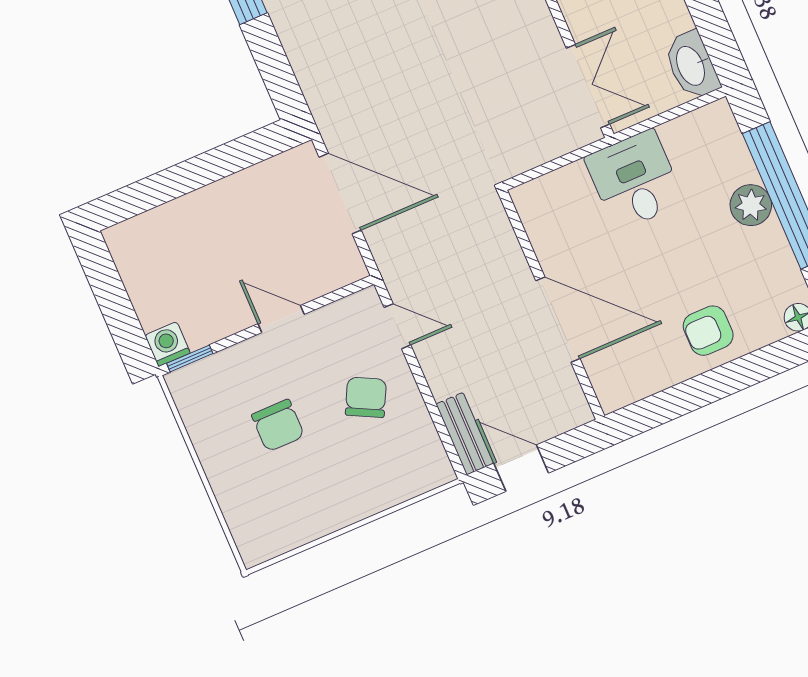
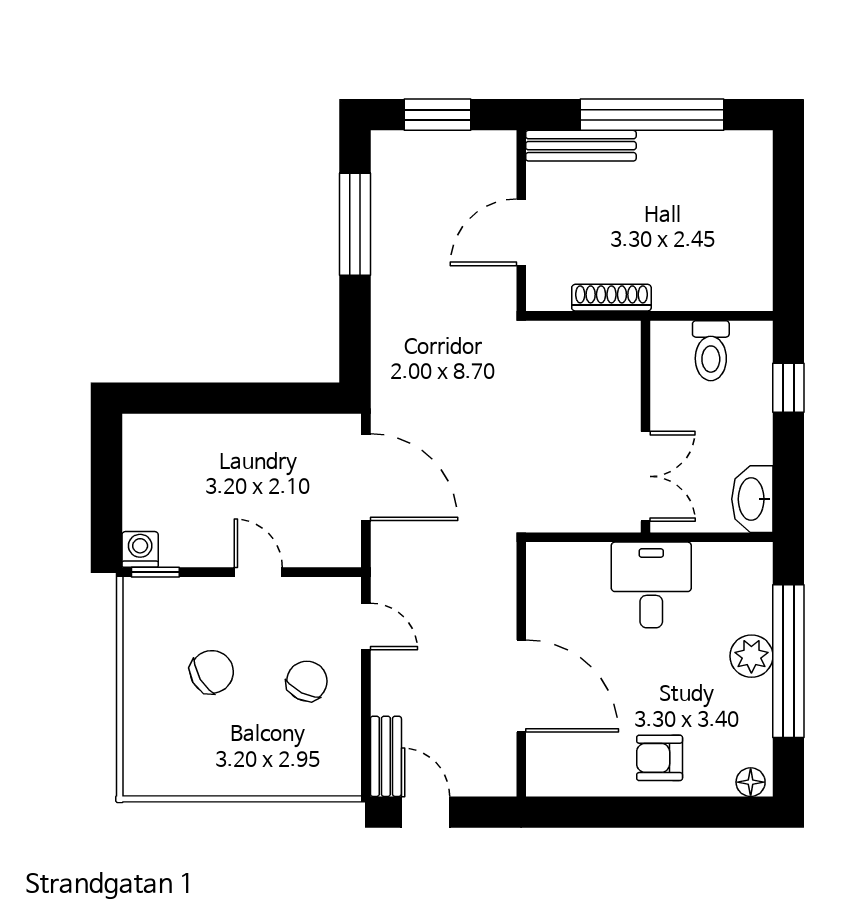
chair: (278, 425) -> (212, 672), turned -120

